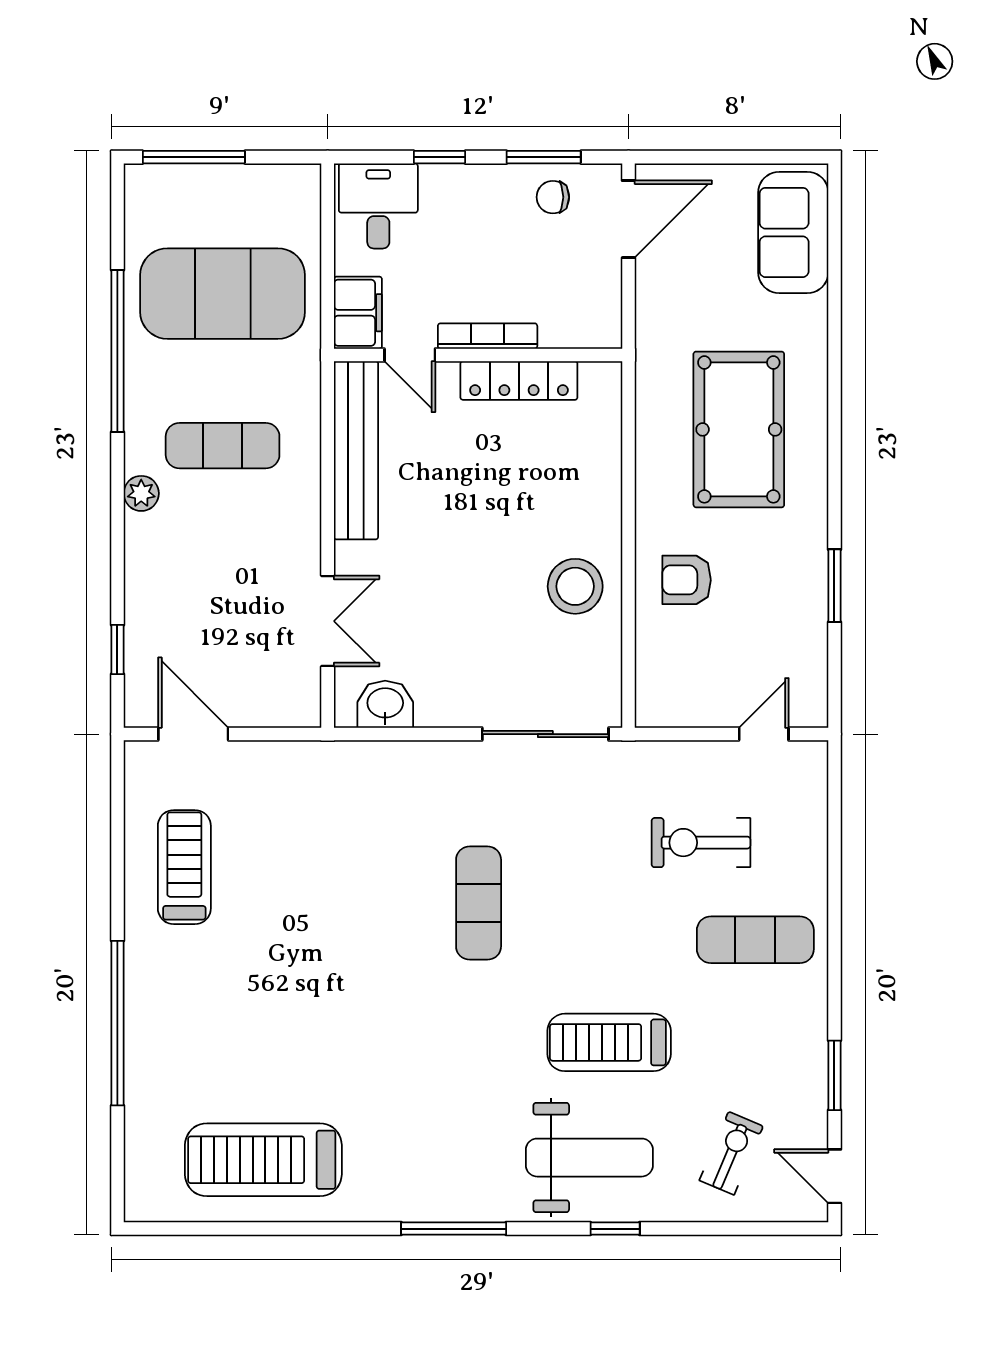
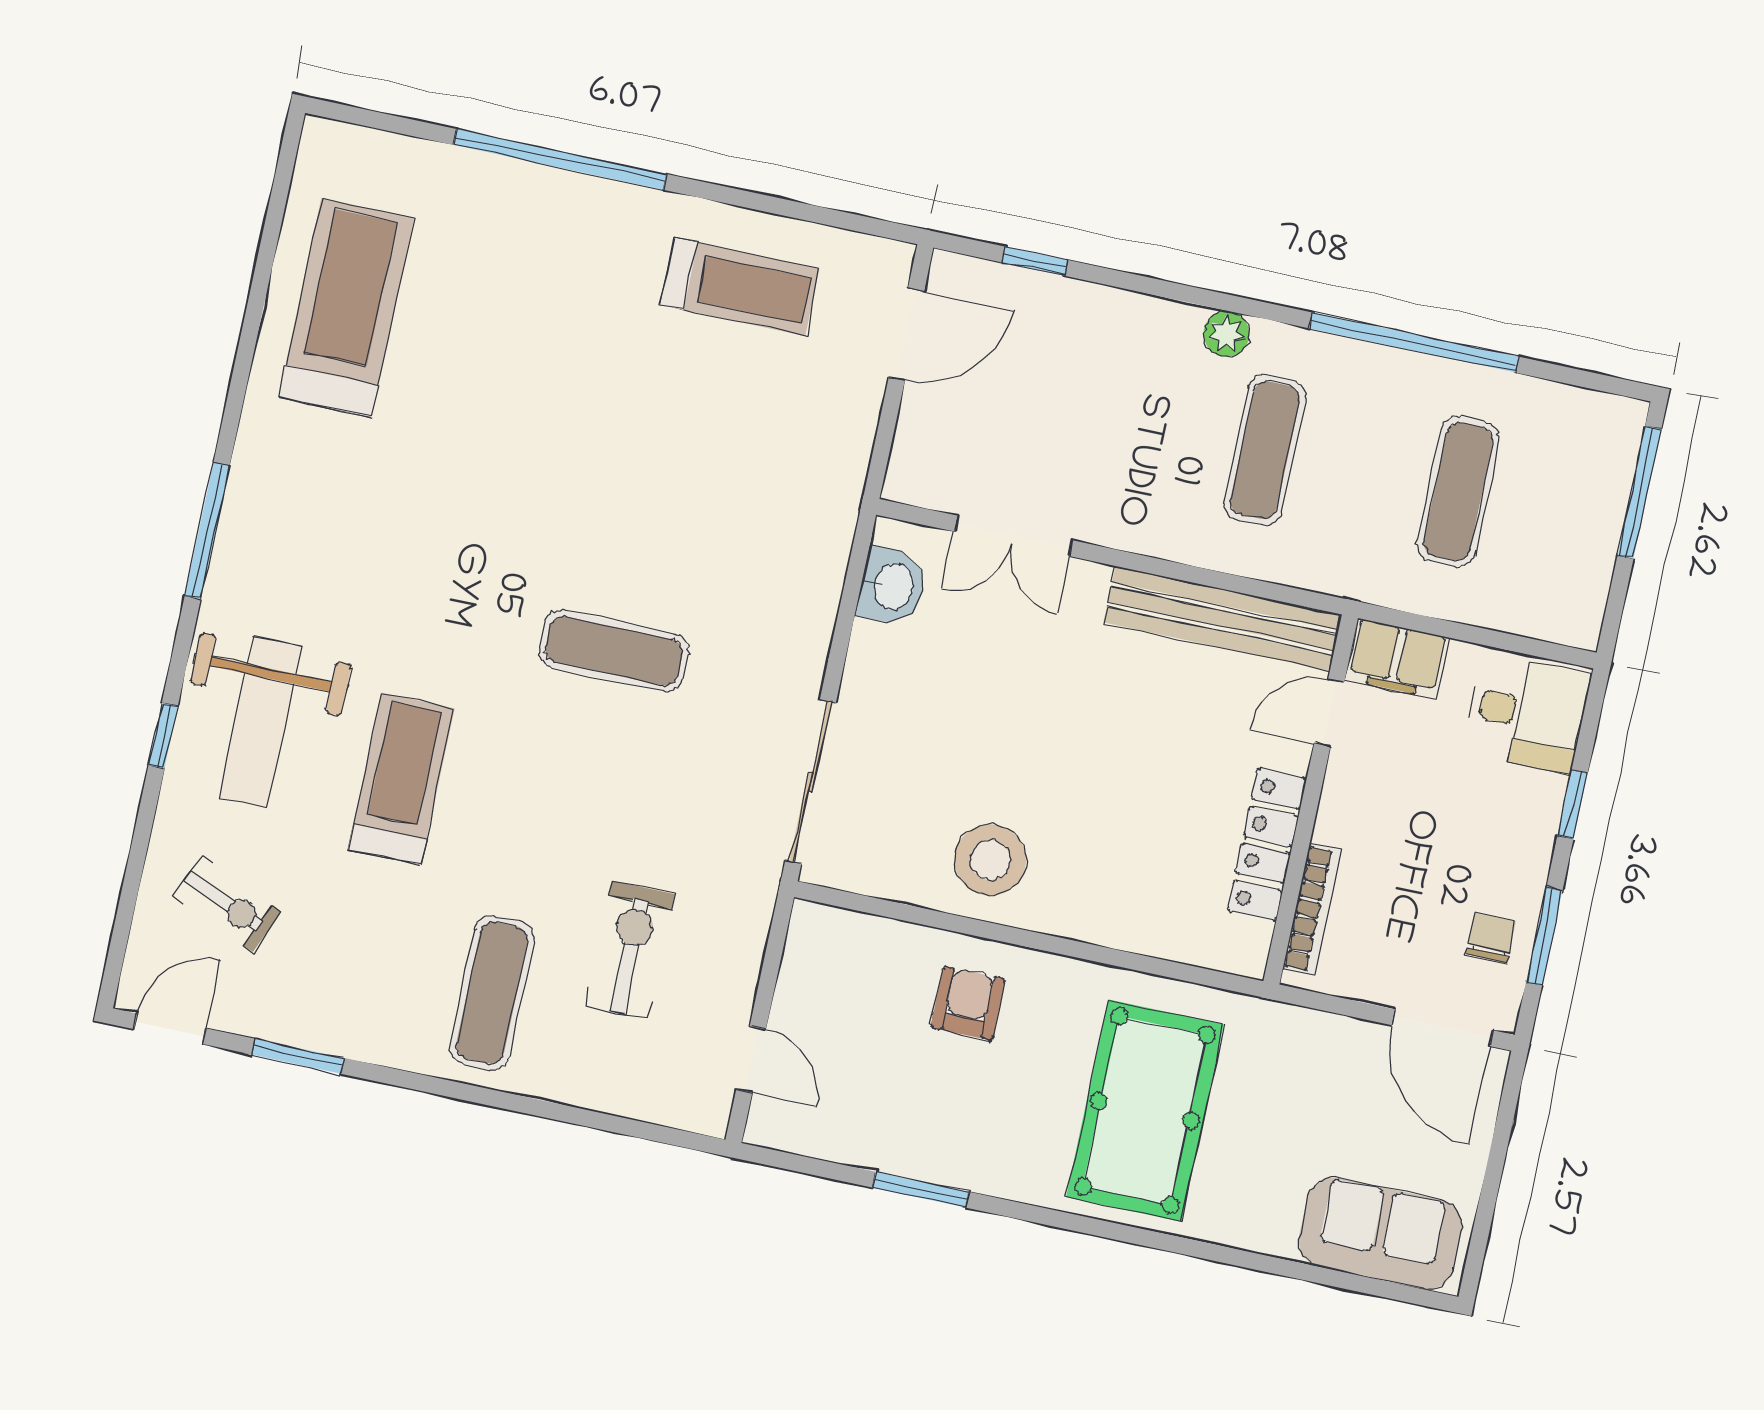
exercise mat: (223, 294) -> (1458, 492), width x0.50, depth x0.69
bookcase: (488, 336) -> (1312, 909), moved
pool table: (739, 429) -> (1145, 1111), turned 90

